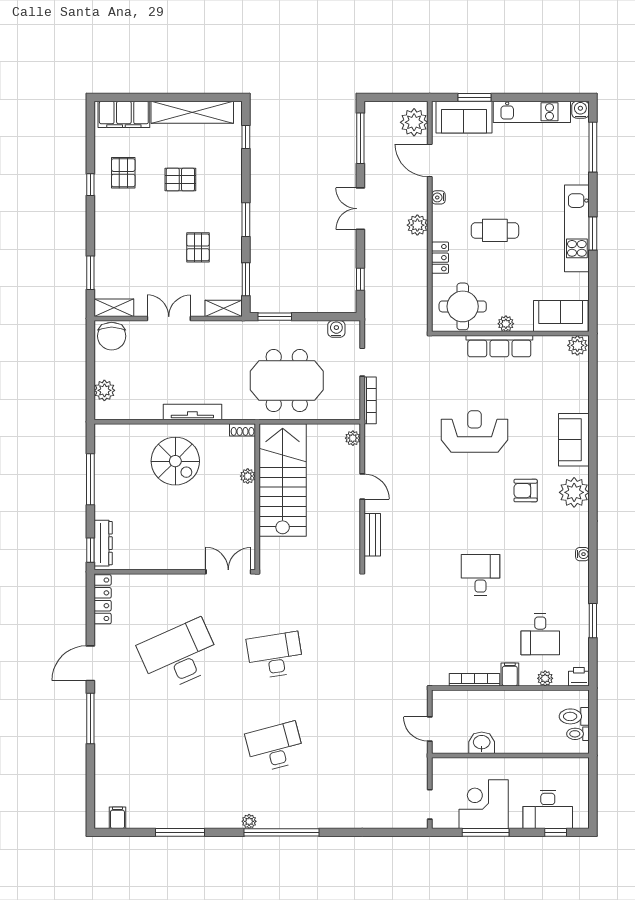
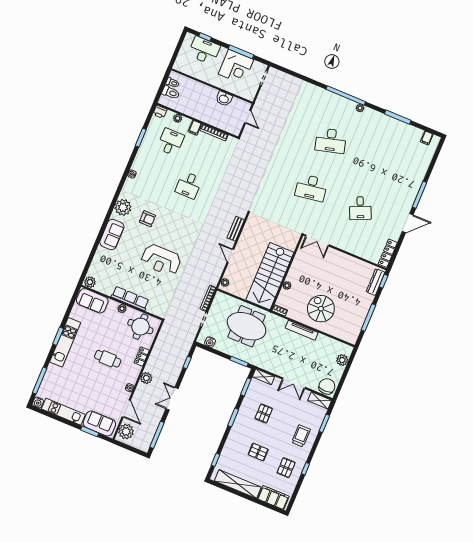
double door: (360, 209) -> (172, 399), swing flipped
trolley: (120, 236) -> (301, 436), added
desk: (179, 655) -> (360, 208), width x0.53, depth x0.77

